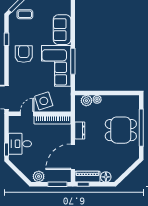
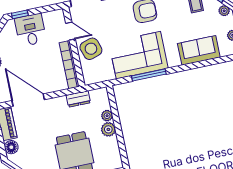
sofa: (62, 30) -> (199, 50), moved
plant: (86, 101) -> (108, 129), moved
dresser: (80, 130) -> (78, 99), moved

